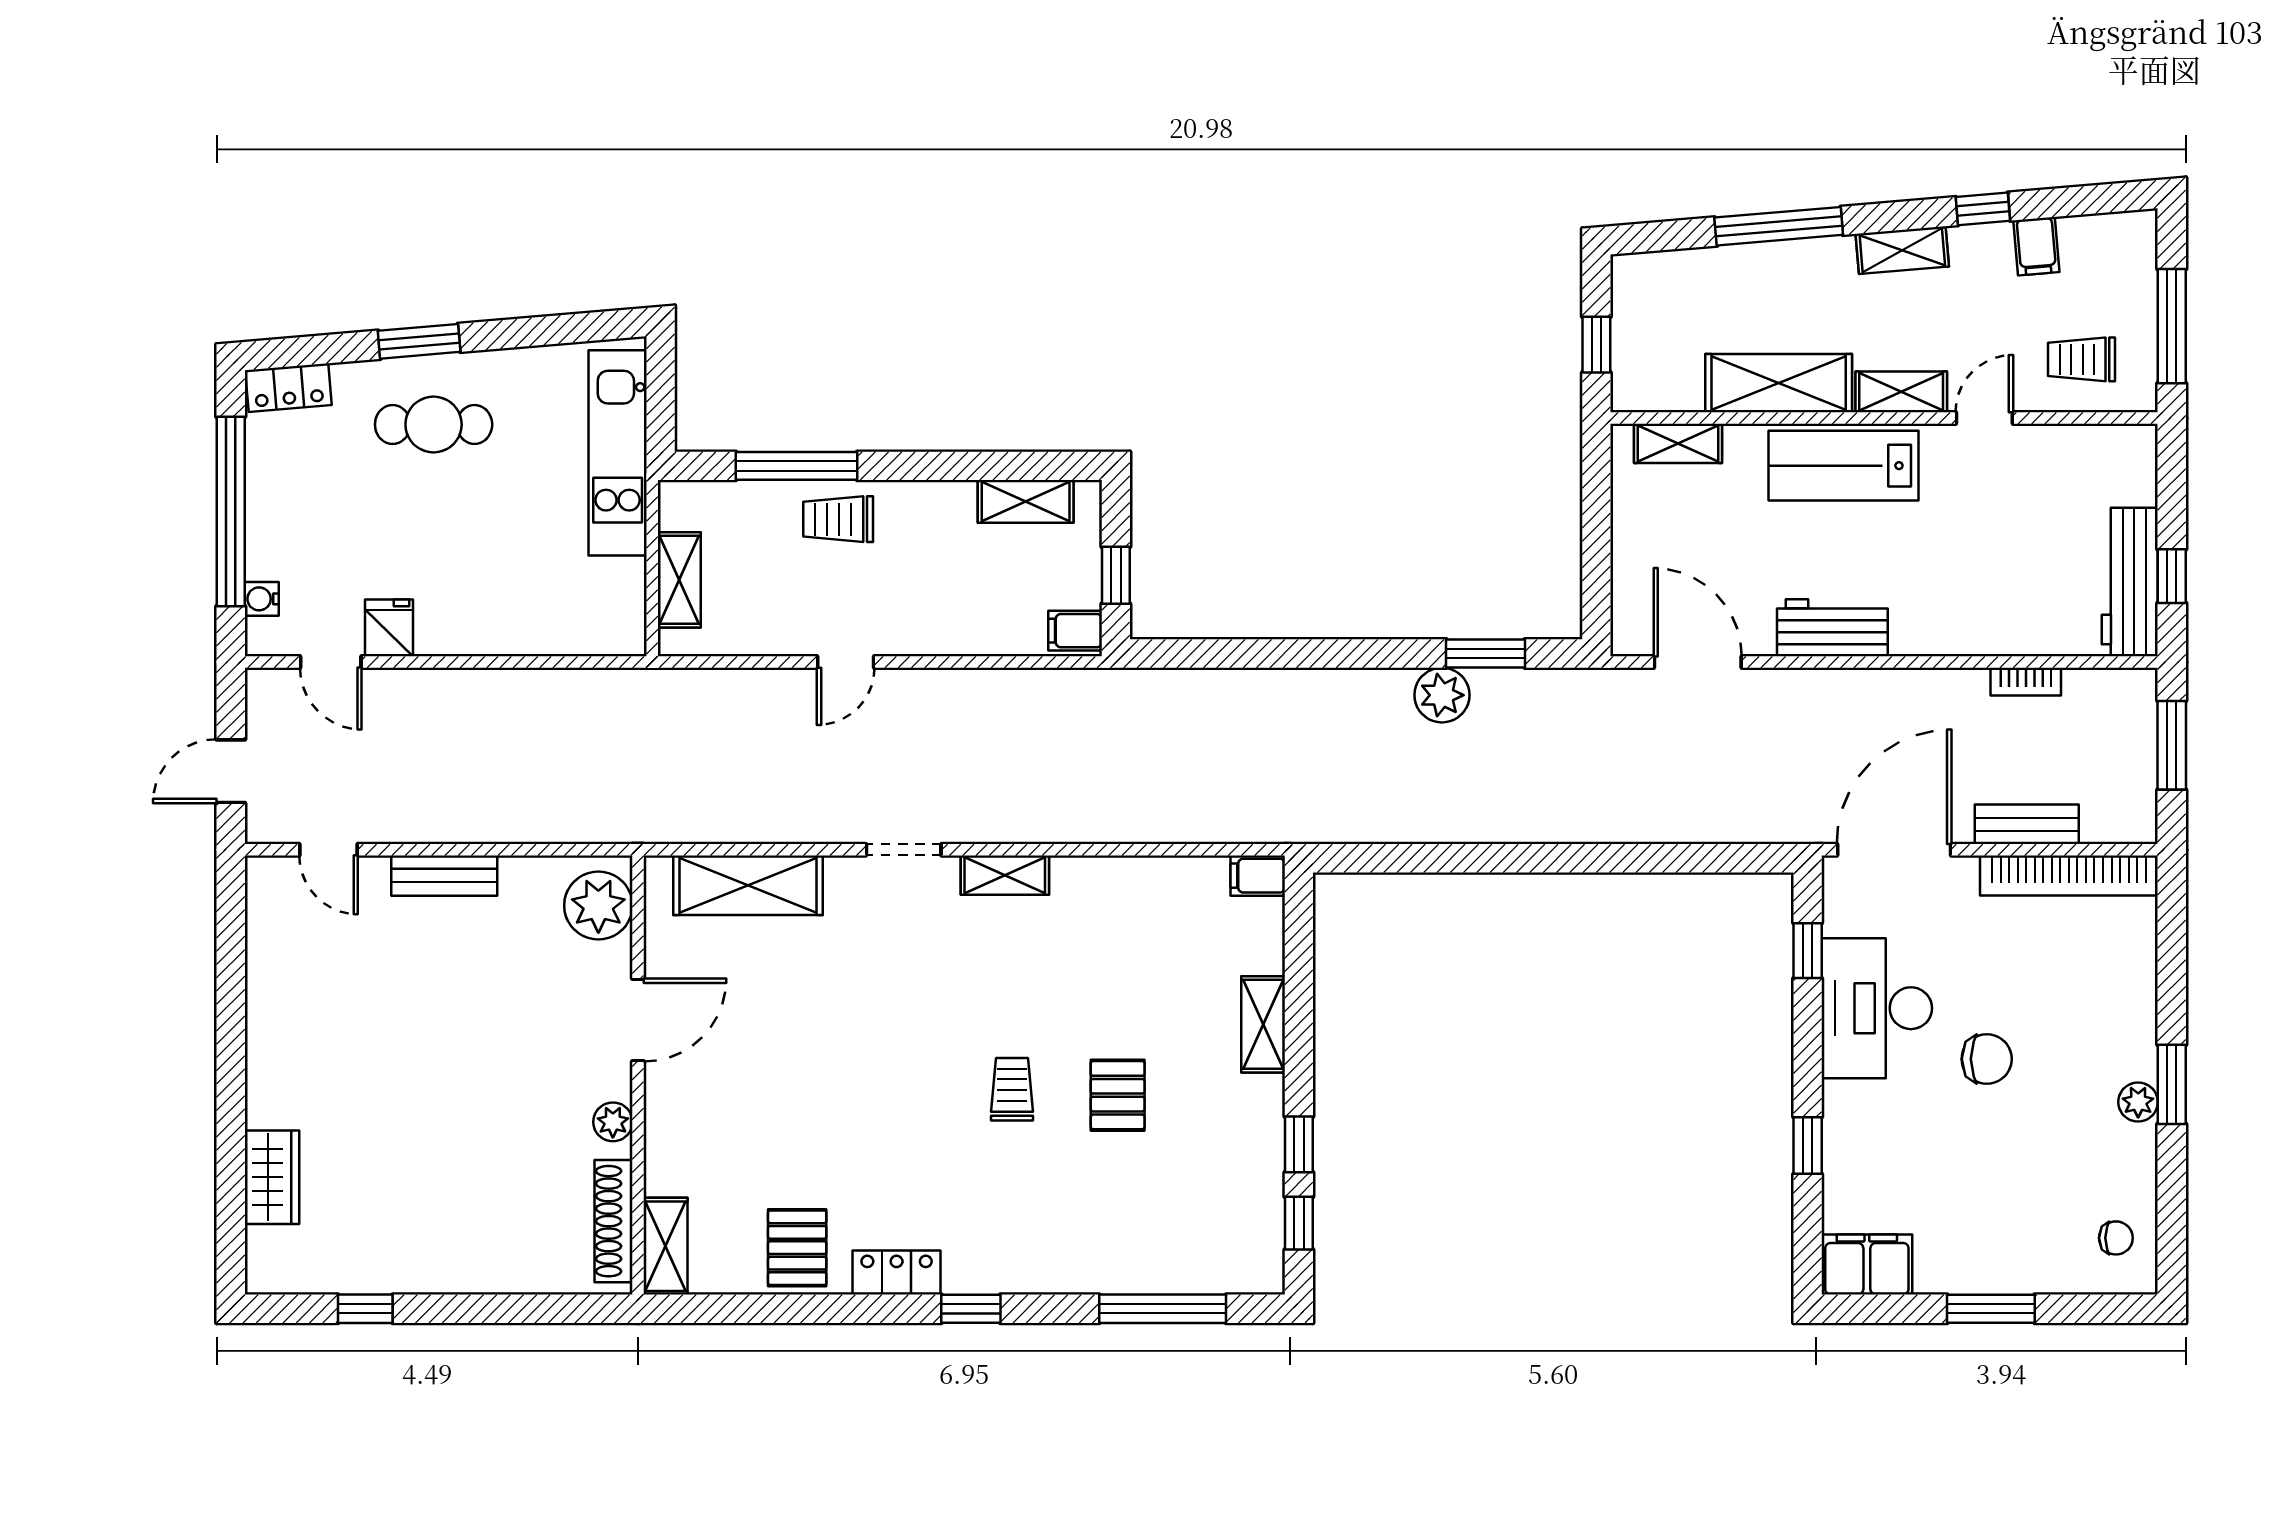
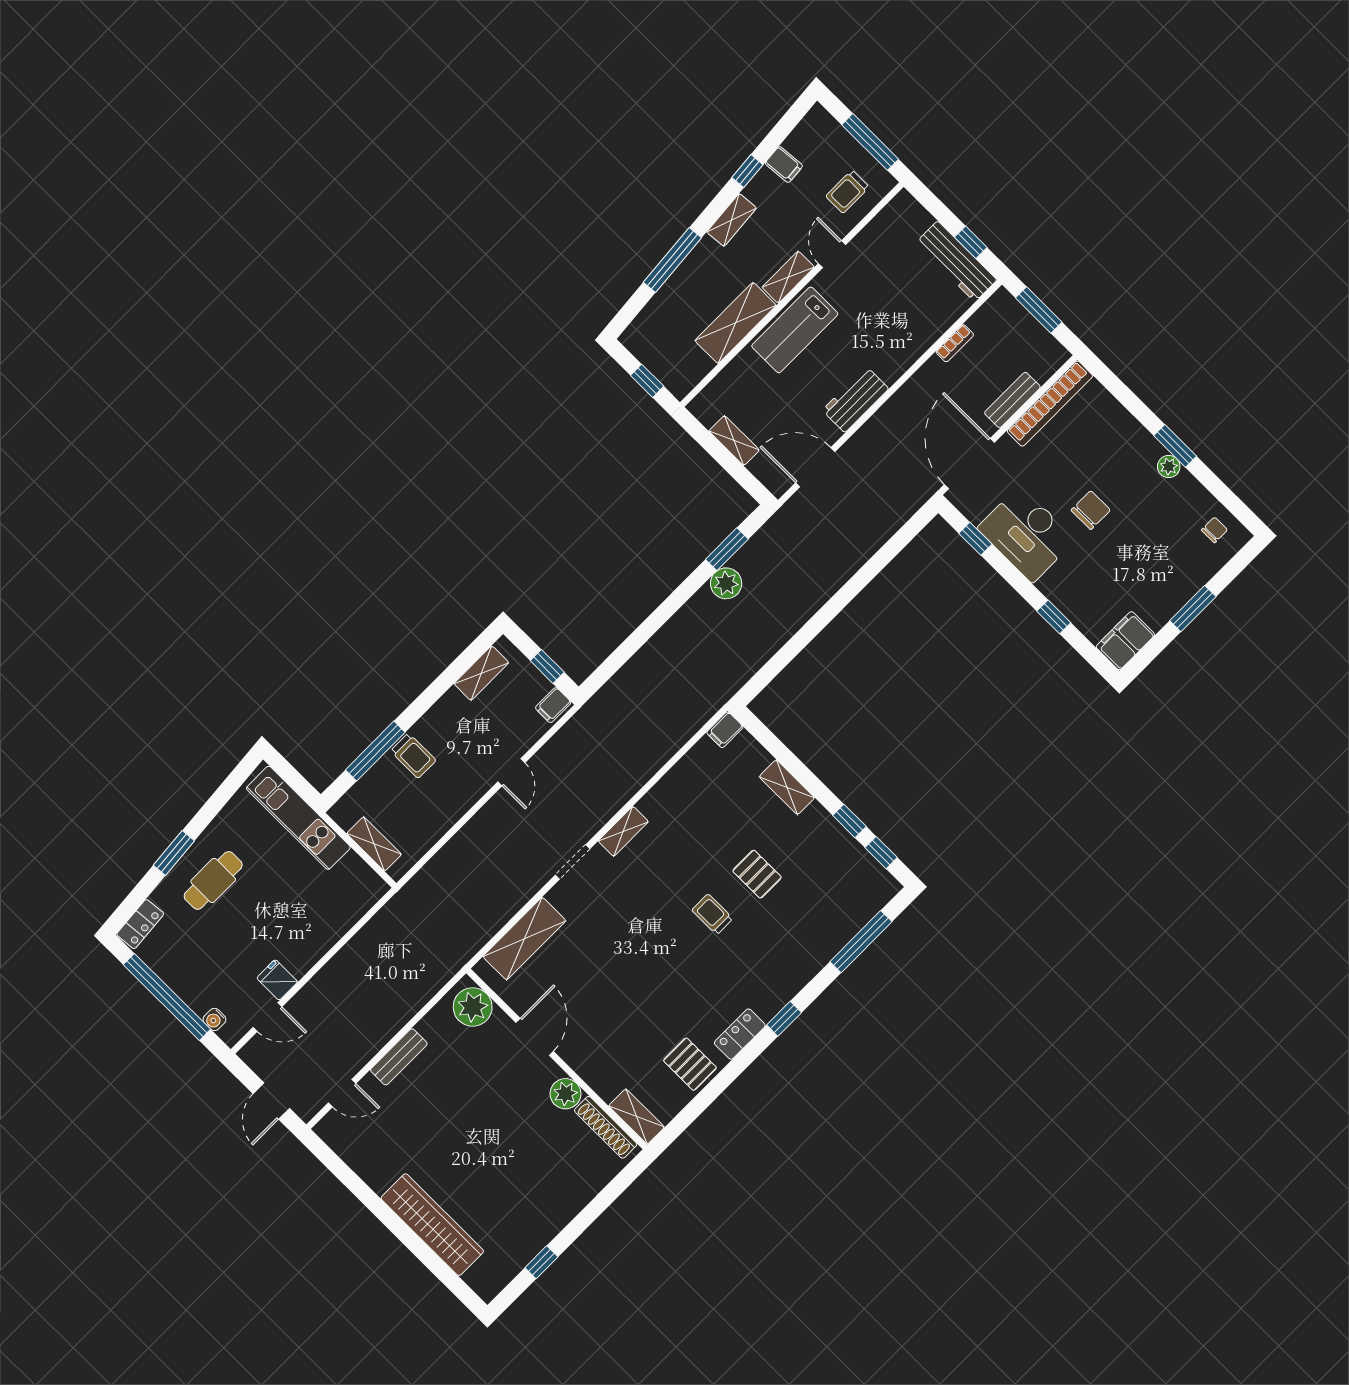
shelving: (1678, 443) -> (734, 440), moved, turned 90
trolley: (838, 519) -> (413, 756), turned -90
door: (846, 662) -> (511, 772), moved
plant: (613, 1122) -> (565, 1094), width x1.38, depth x1.38
wardrobe: (272, 1177) -> (432, 1225), width x2.10, depth x1.17

